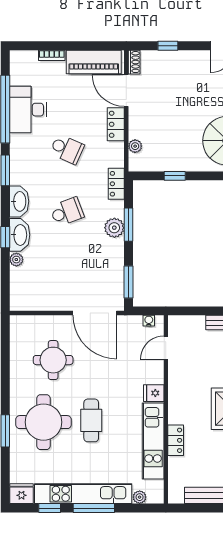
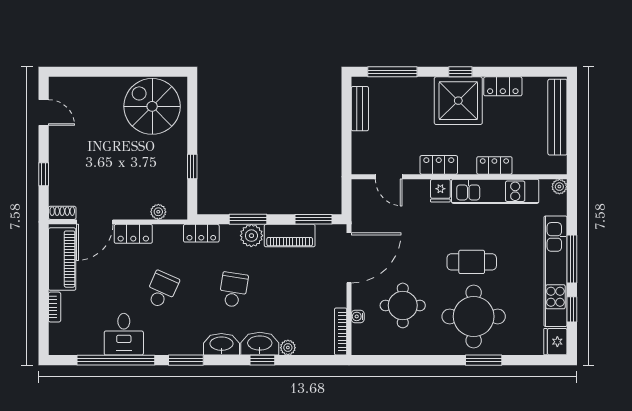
desk: (28, 110) -> (124, 334), width x0.73
school desk: (67, 212) -> (233, 290), turned 30
piano: (114, 261) -> (290, 236), added
bookcase: (30, 306) -> (341, 332), added
water cooler: (149, 321) -> (358, 316), moved
locker: (176, 392) -> (439, 165), added
plant: (140, 497) -> (559, 187), moved

